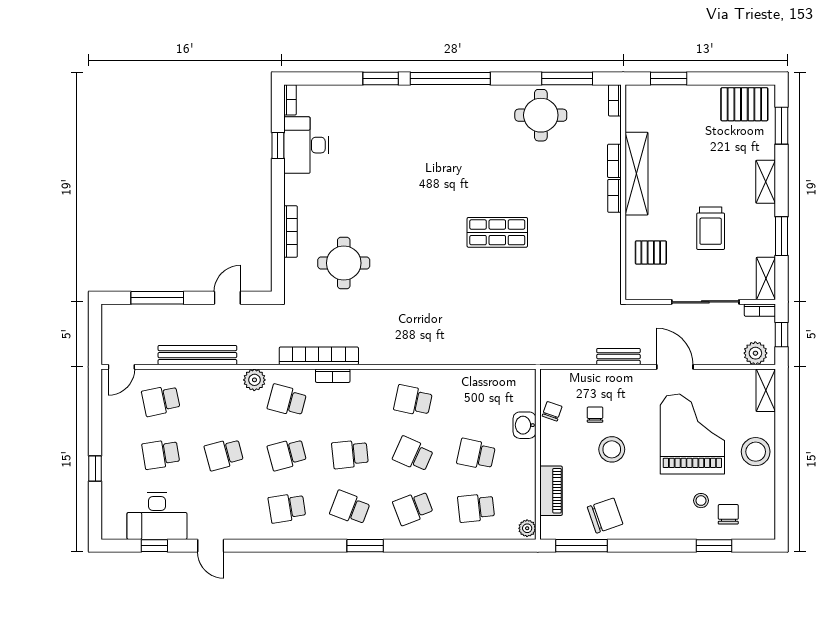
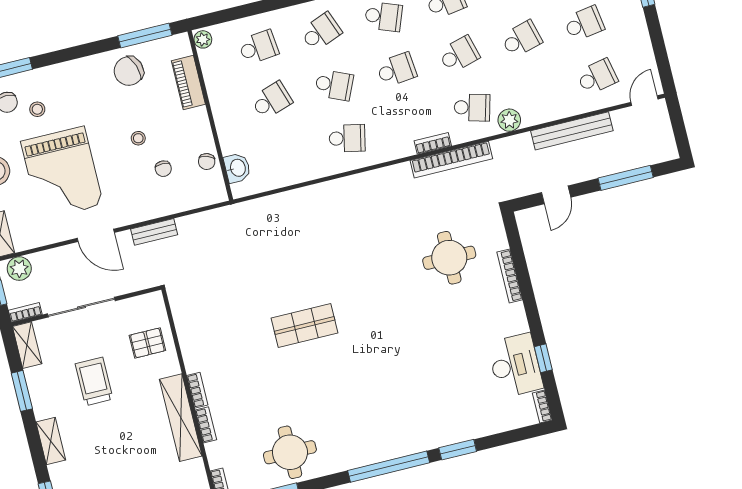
washbasin: (524, 425) -> (237, 168), moved
stool: (612, 449) -> (138, 138), width x0.53, depth x0.53
school desk: (476, 454) -> (272, 100), turned -30

